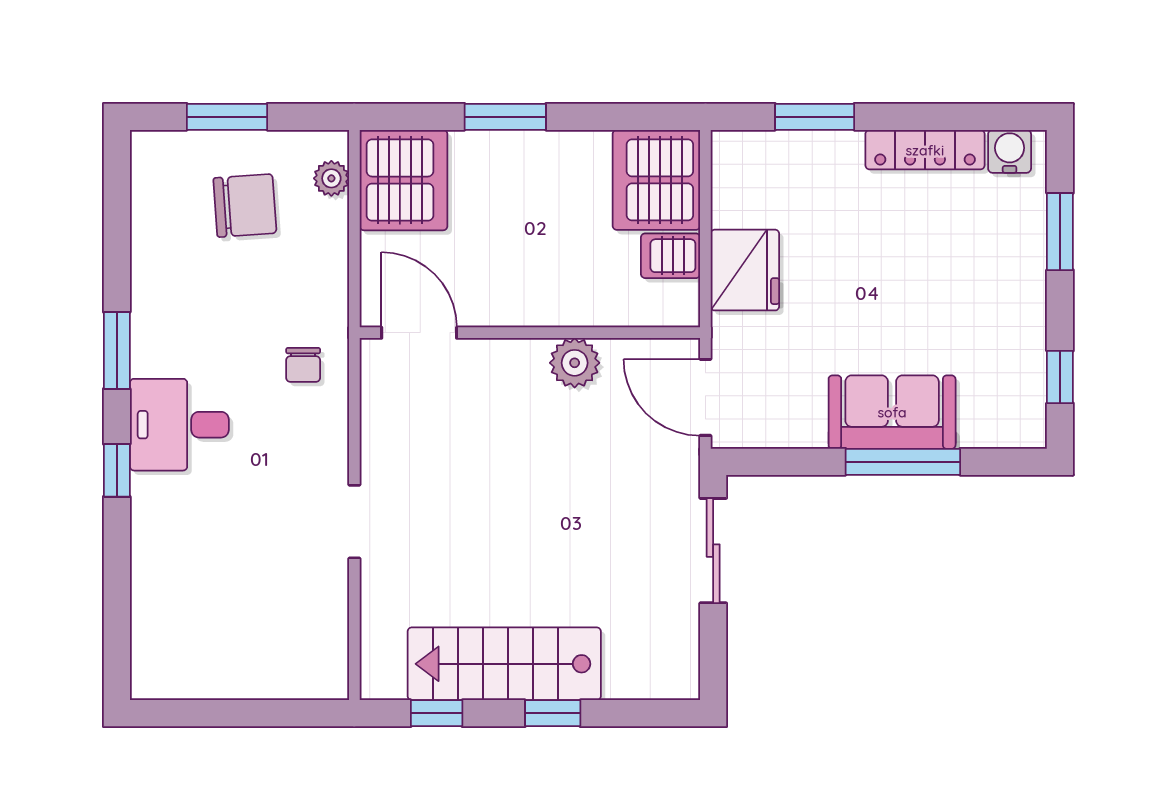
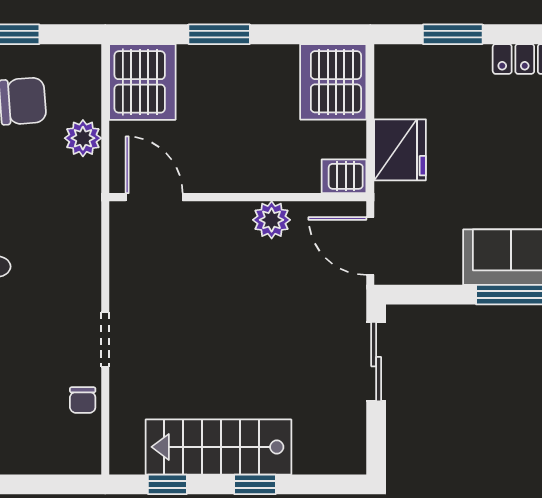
plant: (331, 178) -> (83, 138), moved, width x1.38, depth x1.38
server rack: (671, 256) -> (344, 176), moved
chair: (303, 365) -> (83, 400), moved

